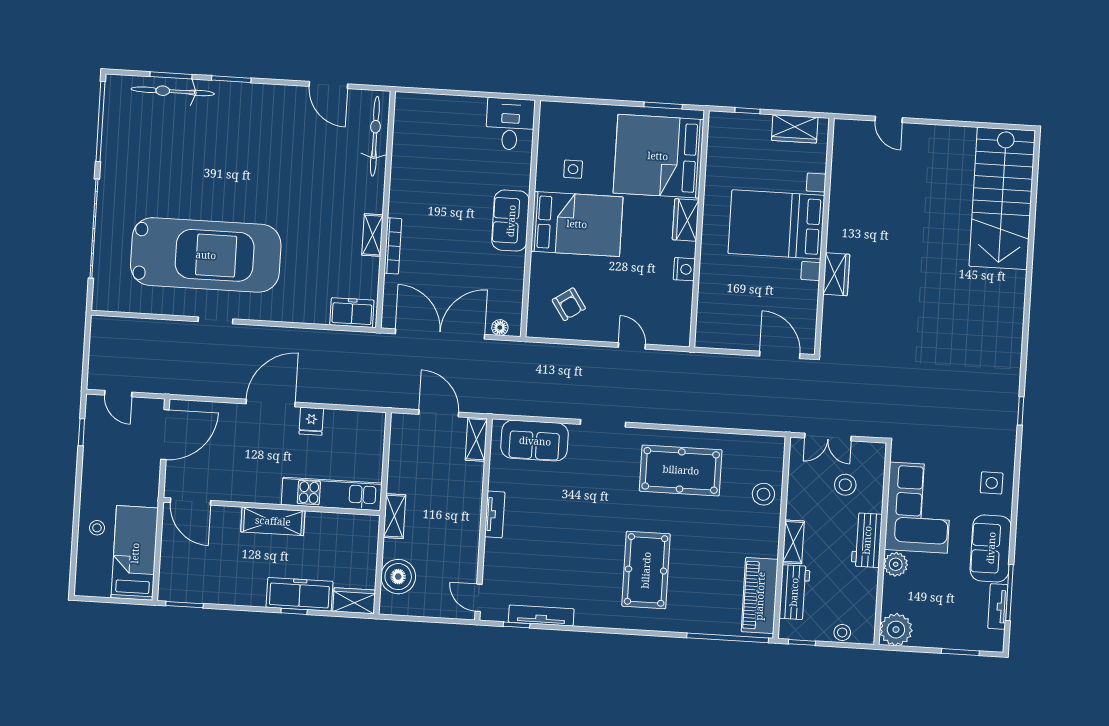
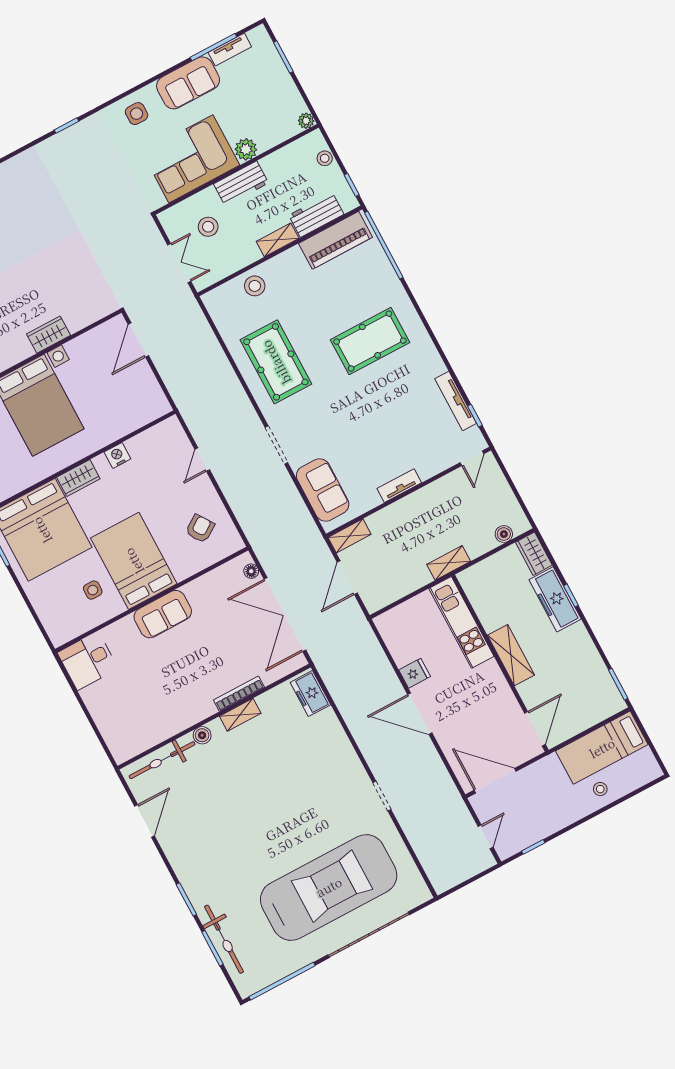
boiler: (375, 188) -> (202, 735), added
car: (206, 255) -> (329, 887), moved, turned 90
boiler: (398, 577) -> (504, 534), width x0.54, depth x0.54
plant: (896, 630) -> (306, 121), width x0.53, depth x0.53

